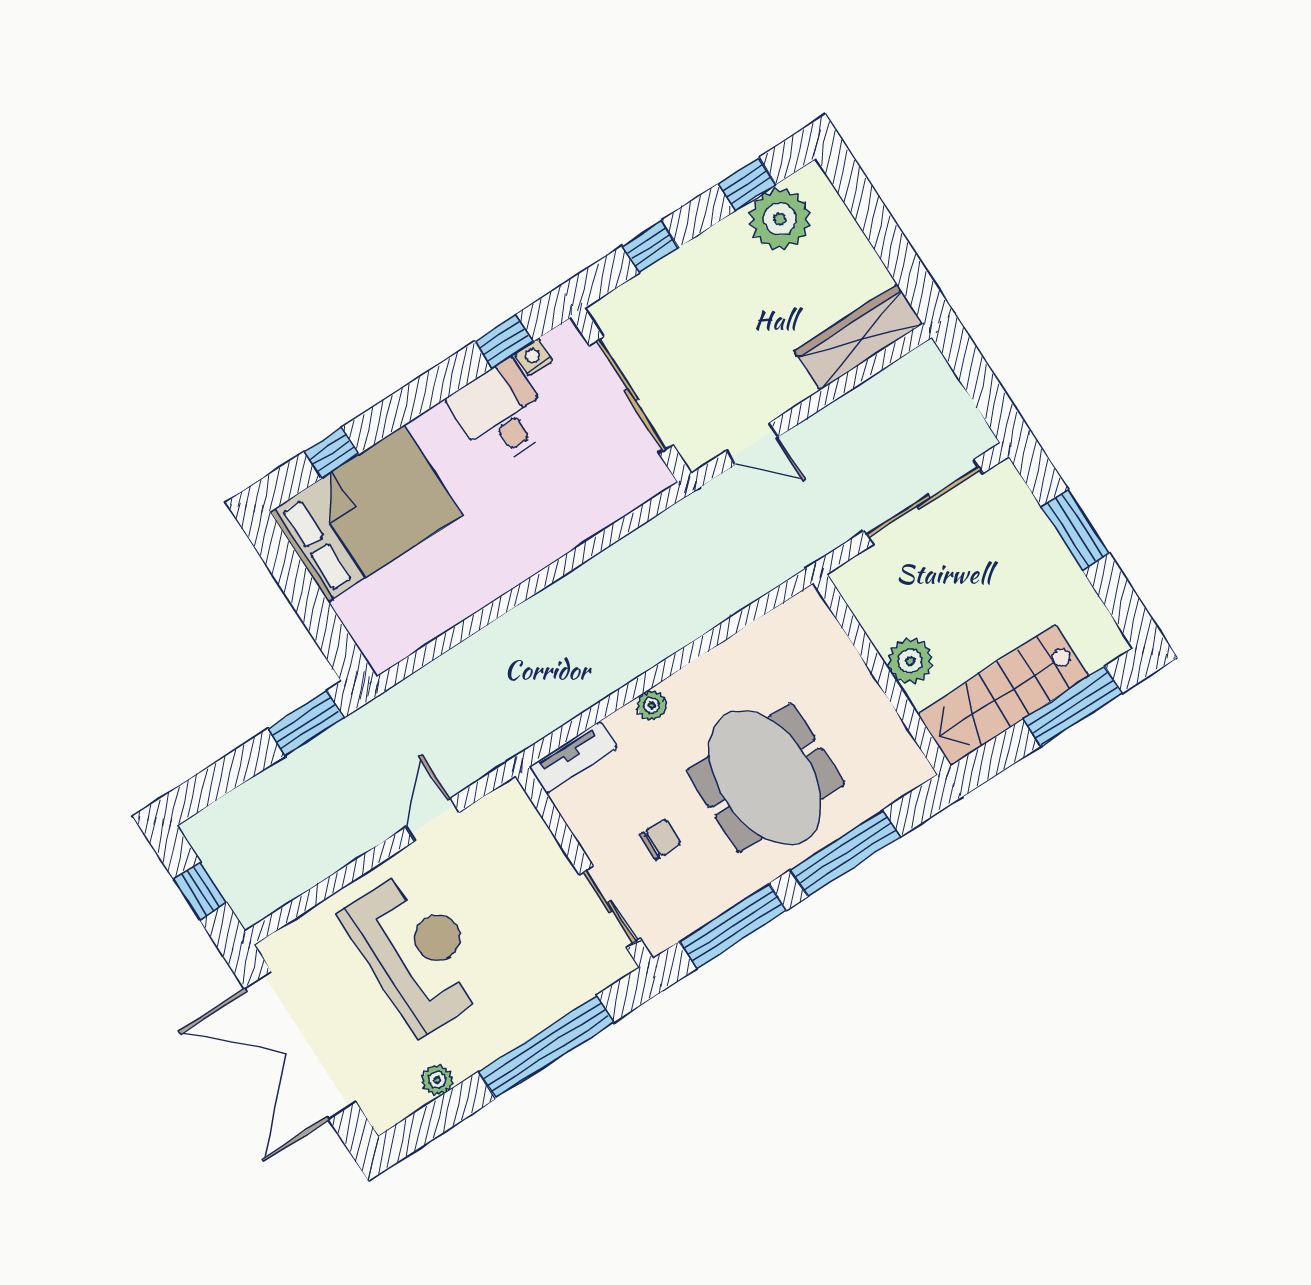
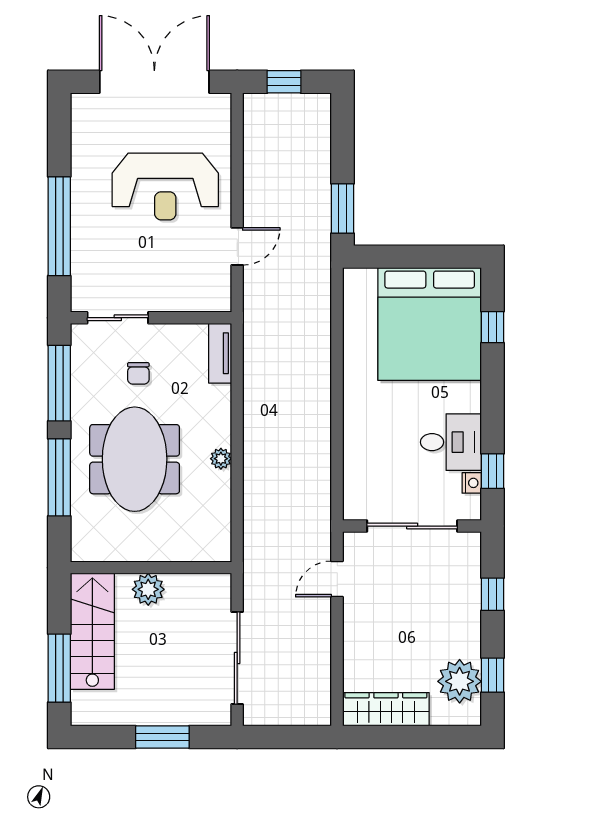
wardrobe: (858, 337) -> (386, 709), moved, turned -90
bed: (366, 514) -> (430, 324), width x1.36
plant: (651, 705) -> (221, 459), moved
meeting table: (765, 778) -> (135, 459), turned 90
door: (433, 820) -> (237, 246), hinge flipped
plant: (437, 1080) -> (81, 149), removed

